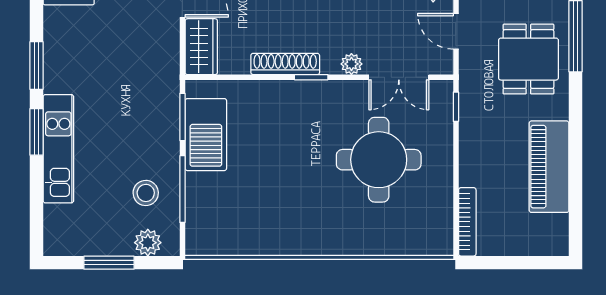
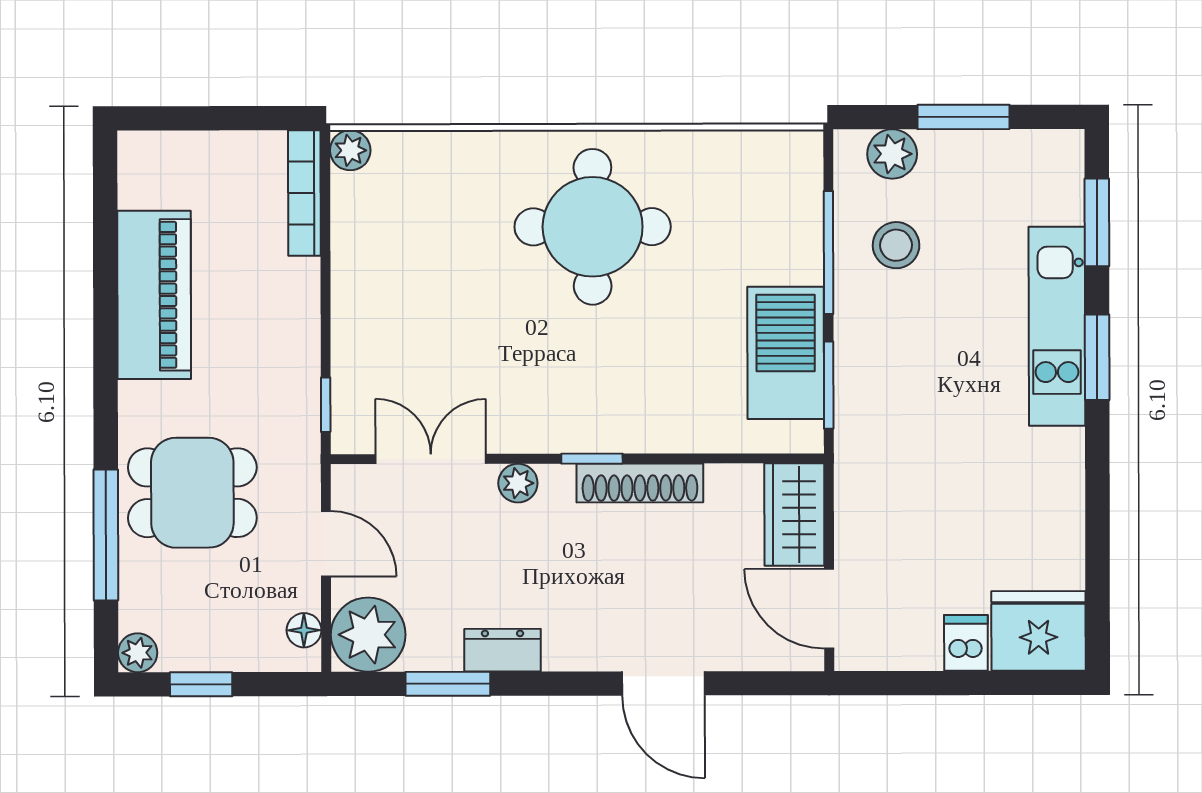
dining table: (528, 59) -> (192, 493), turned 90
window: (37, 66) -> (1097, 222), moved
round table: (379, 160) -> (593, 227), moved
plant: (442, 245) -> (350, 150), added

